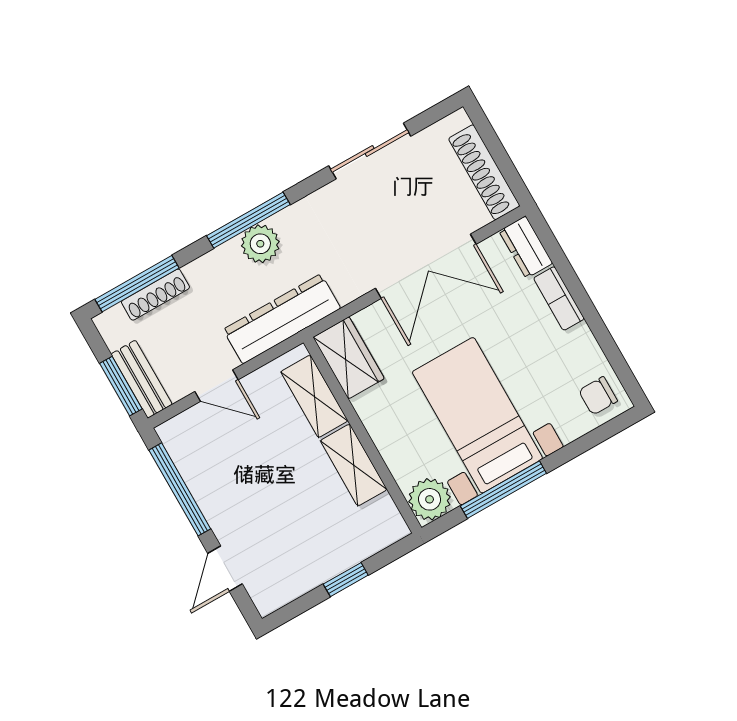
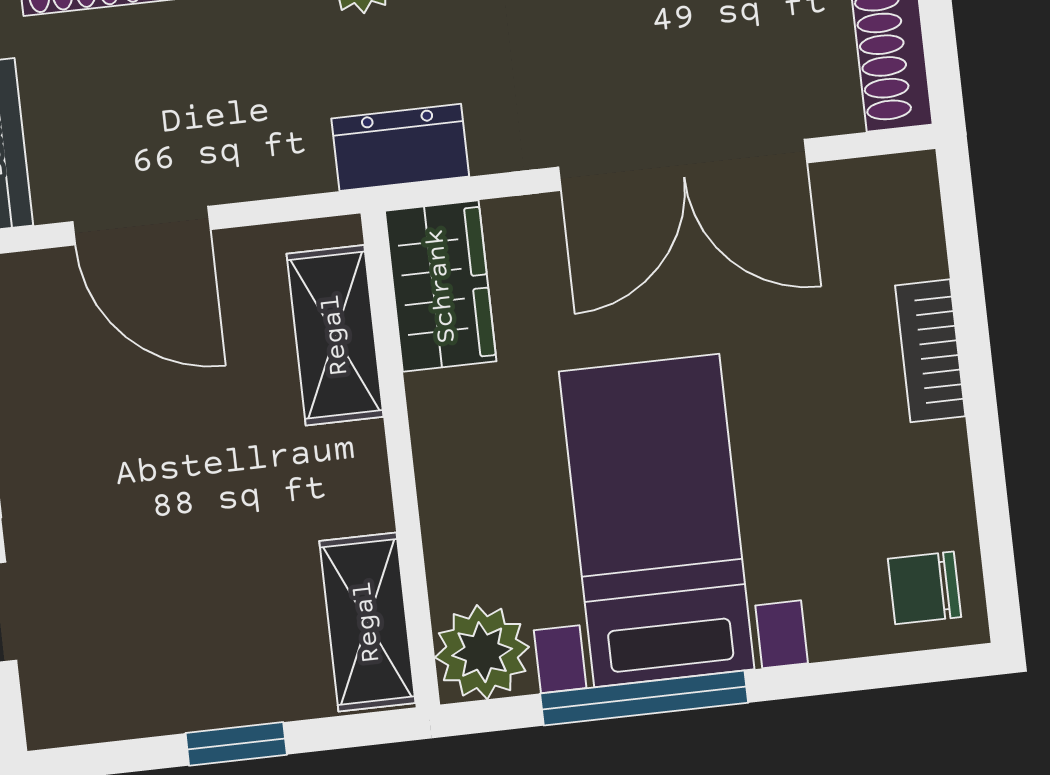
dresser: (526, 247) -> (908, 215), removed
dresser: (282, 319) -> (400, 147), width x0.51, depth x0.80
door: (216, 386) -> (141, 226), width x1.38
shelving: (354, 465) -> (367, 622), moved

